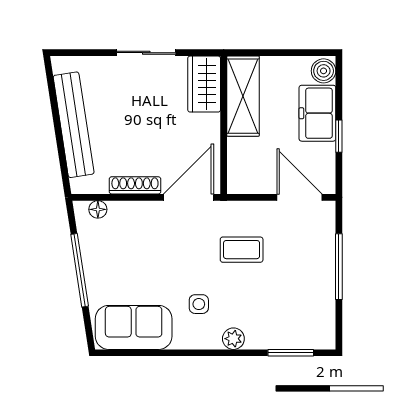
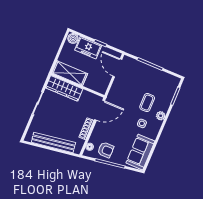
wardrobe: (204, 84) -> (64, 88), width x1.50
door: (189, 197) -> (100, 110), swing flipped
door: (300, 197) -> (117, 68), hinge flipped
armchair: (106, 248) -> (106, 150), added
coffee table: (242, 250) -> (147, 103), moved

